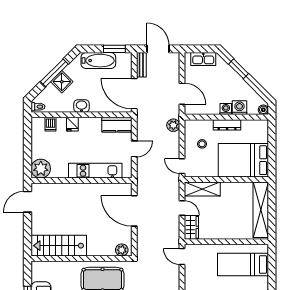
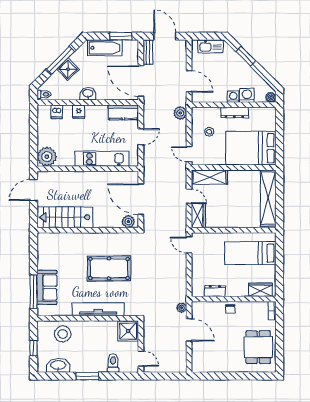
stairs: (59, 246) -> (65, 217), moved
plant: (122, 250) -> (128, 222), moved
wall: (81, 258) -> (88, 230), moved

